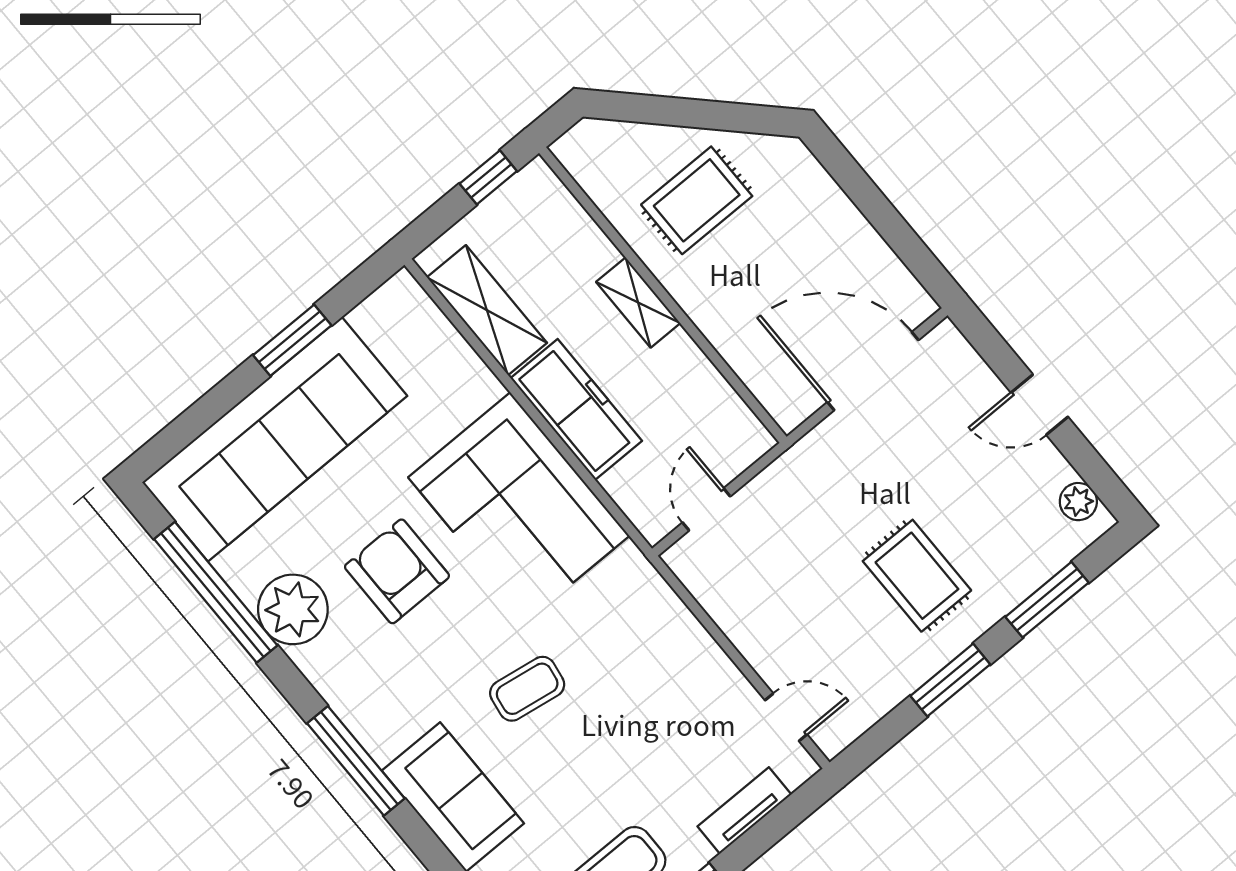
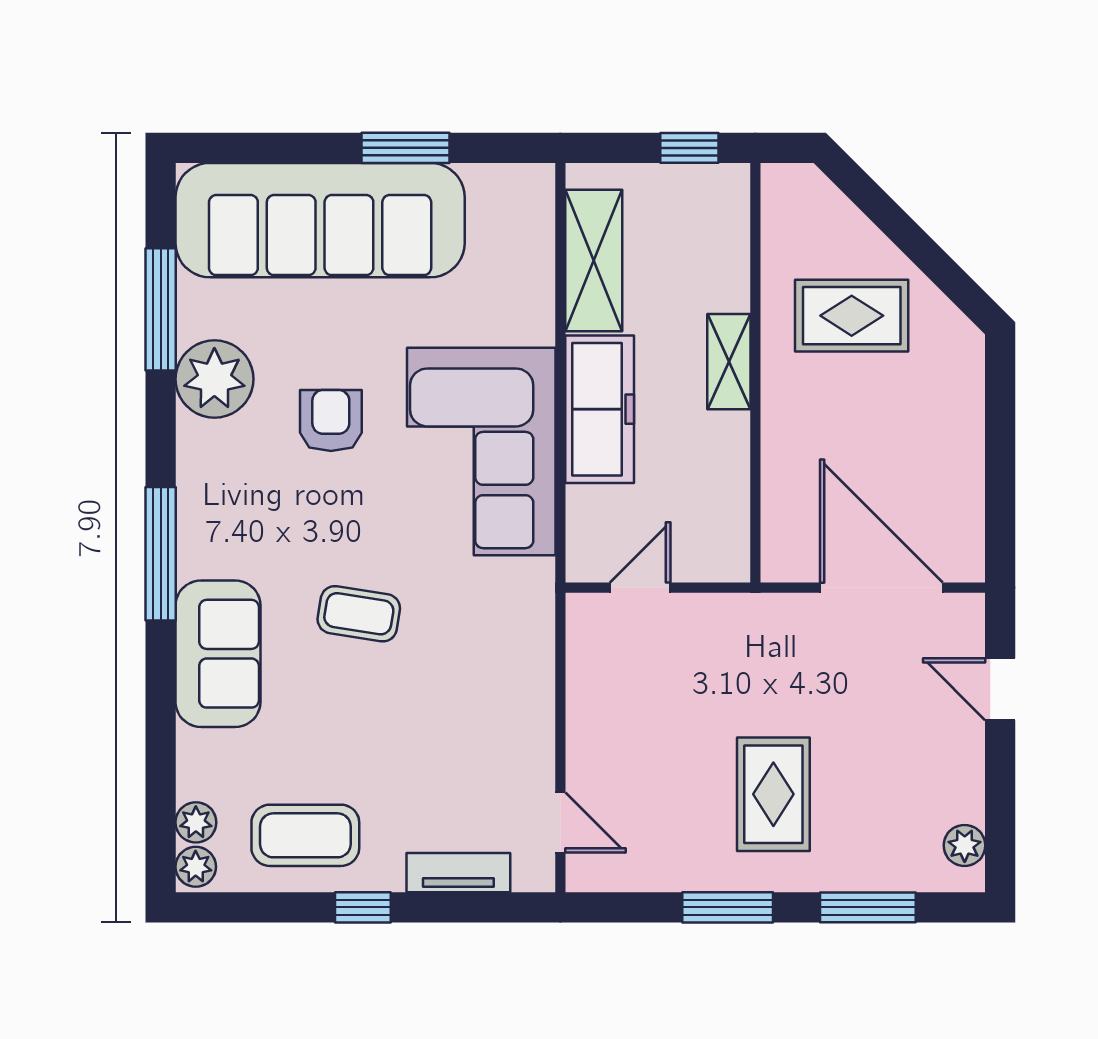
door: (1040, 405) -> (1000, 689), moved
armchair: (397, 571) -> (331, 420), width x0.72, depth x0.72
window: (216, 592) -> (161, 309), width x0.68

